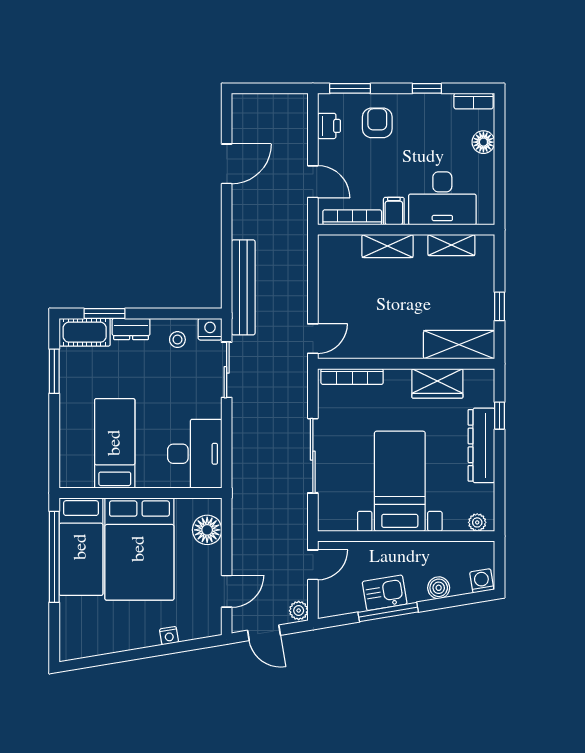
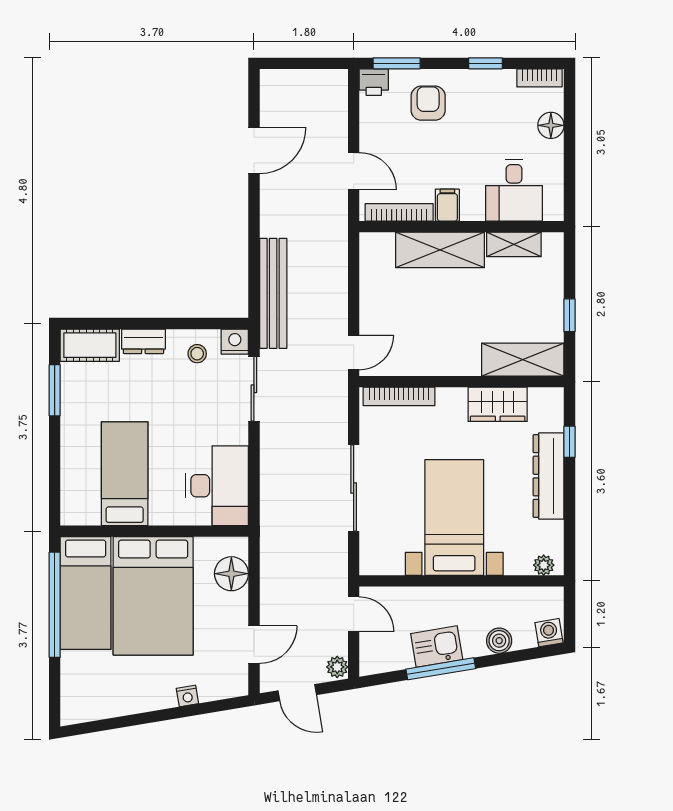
printer: (329, 126) -> (374, 82), moved, turned 90
desk: (442, 198) -> (514, 190), width x0.73
shelving: (388, 246) -> (440, 250), width x1.50, depth x1.33
window: (104, 313) -> (113, 324), removed
door: (313, 565) -> (354, 614), hinge flipped

